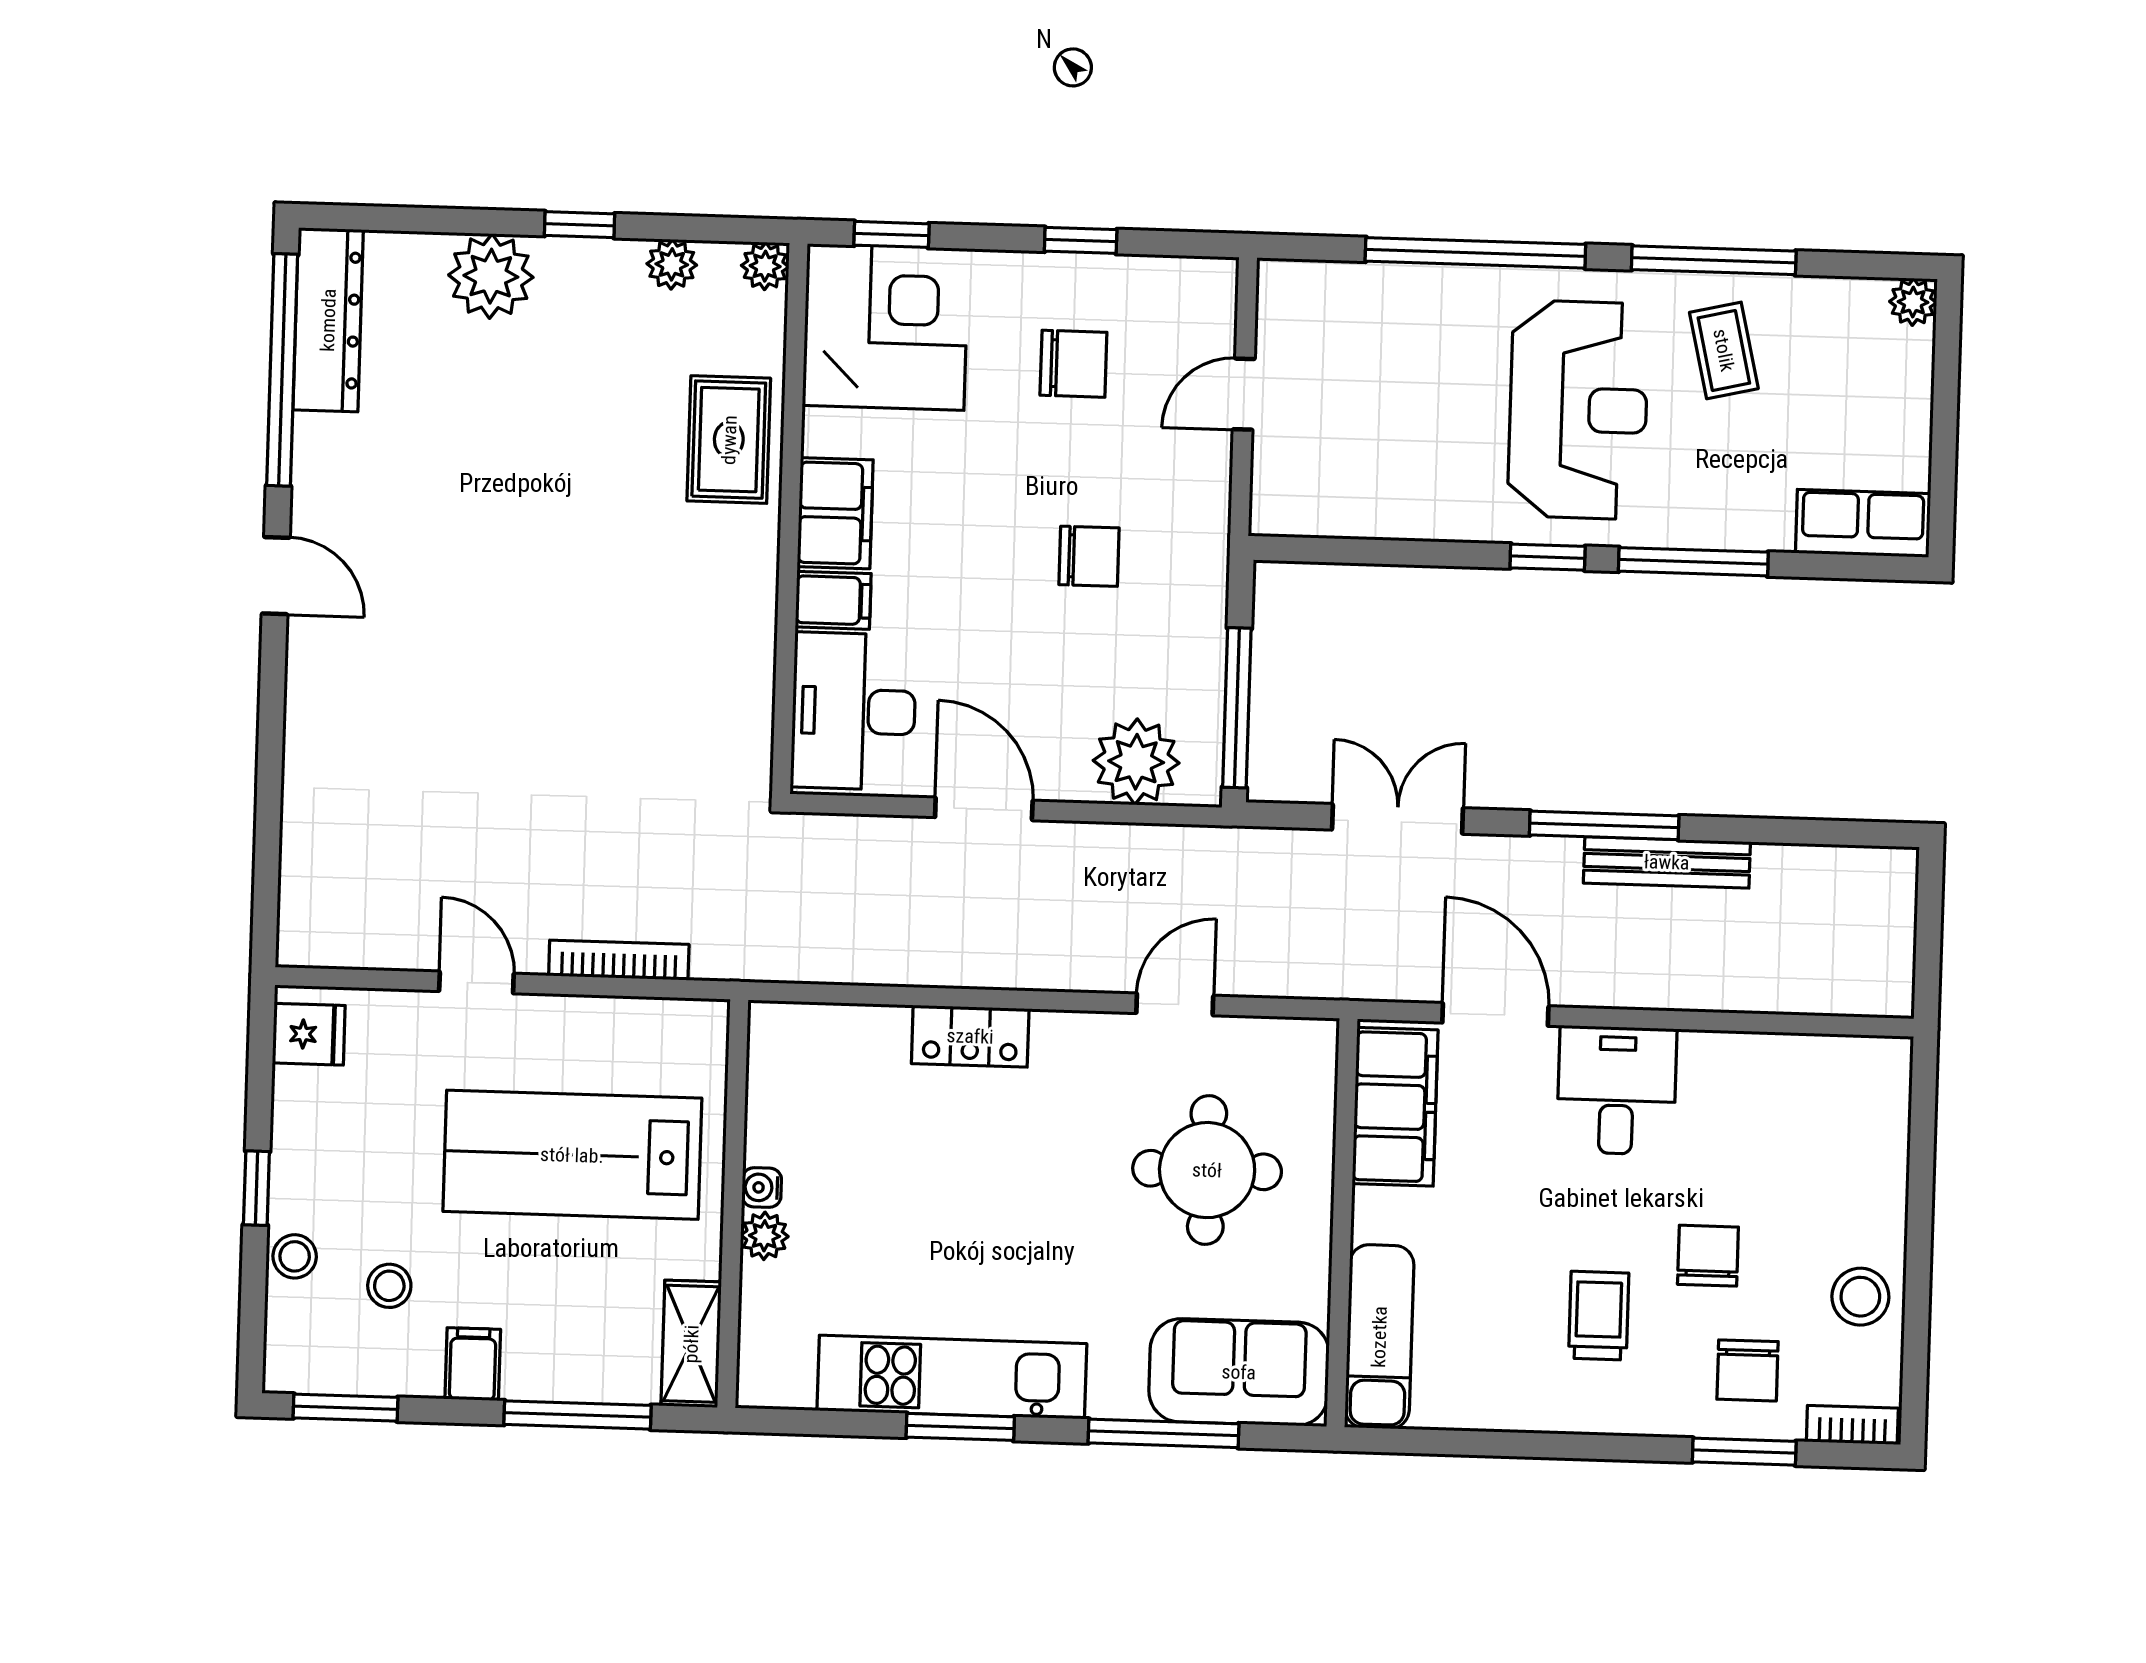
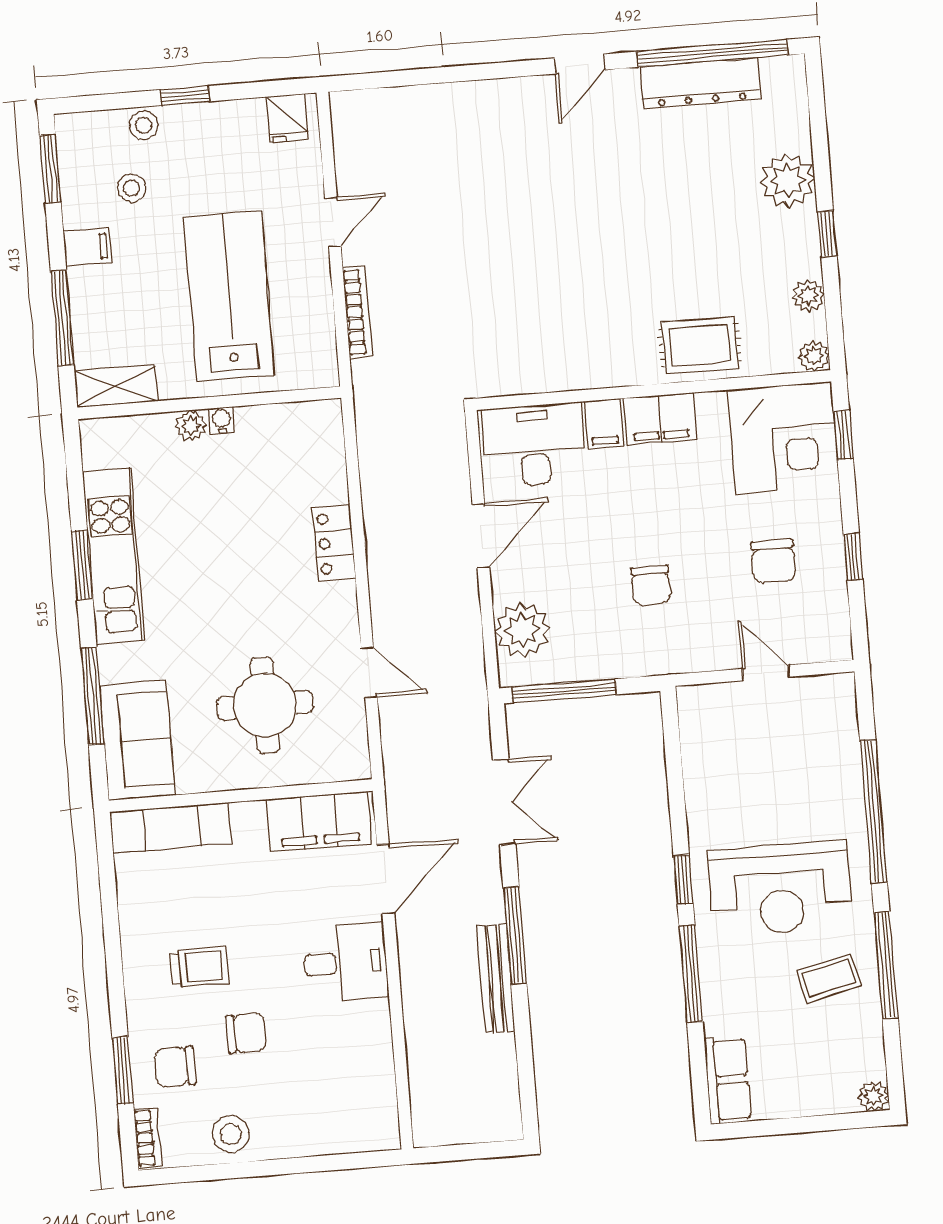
dresser: (328, 320) -> (701, 83), moved

